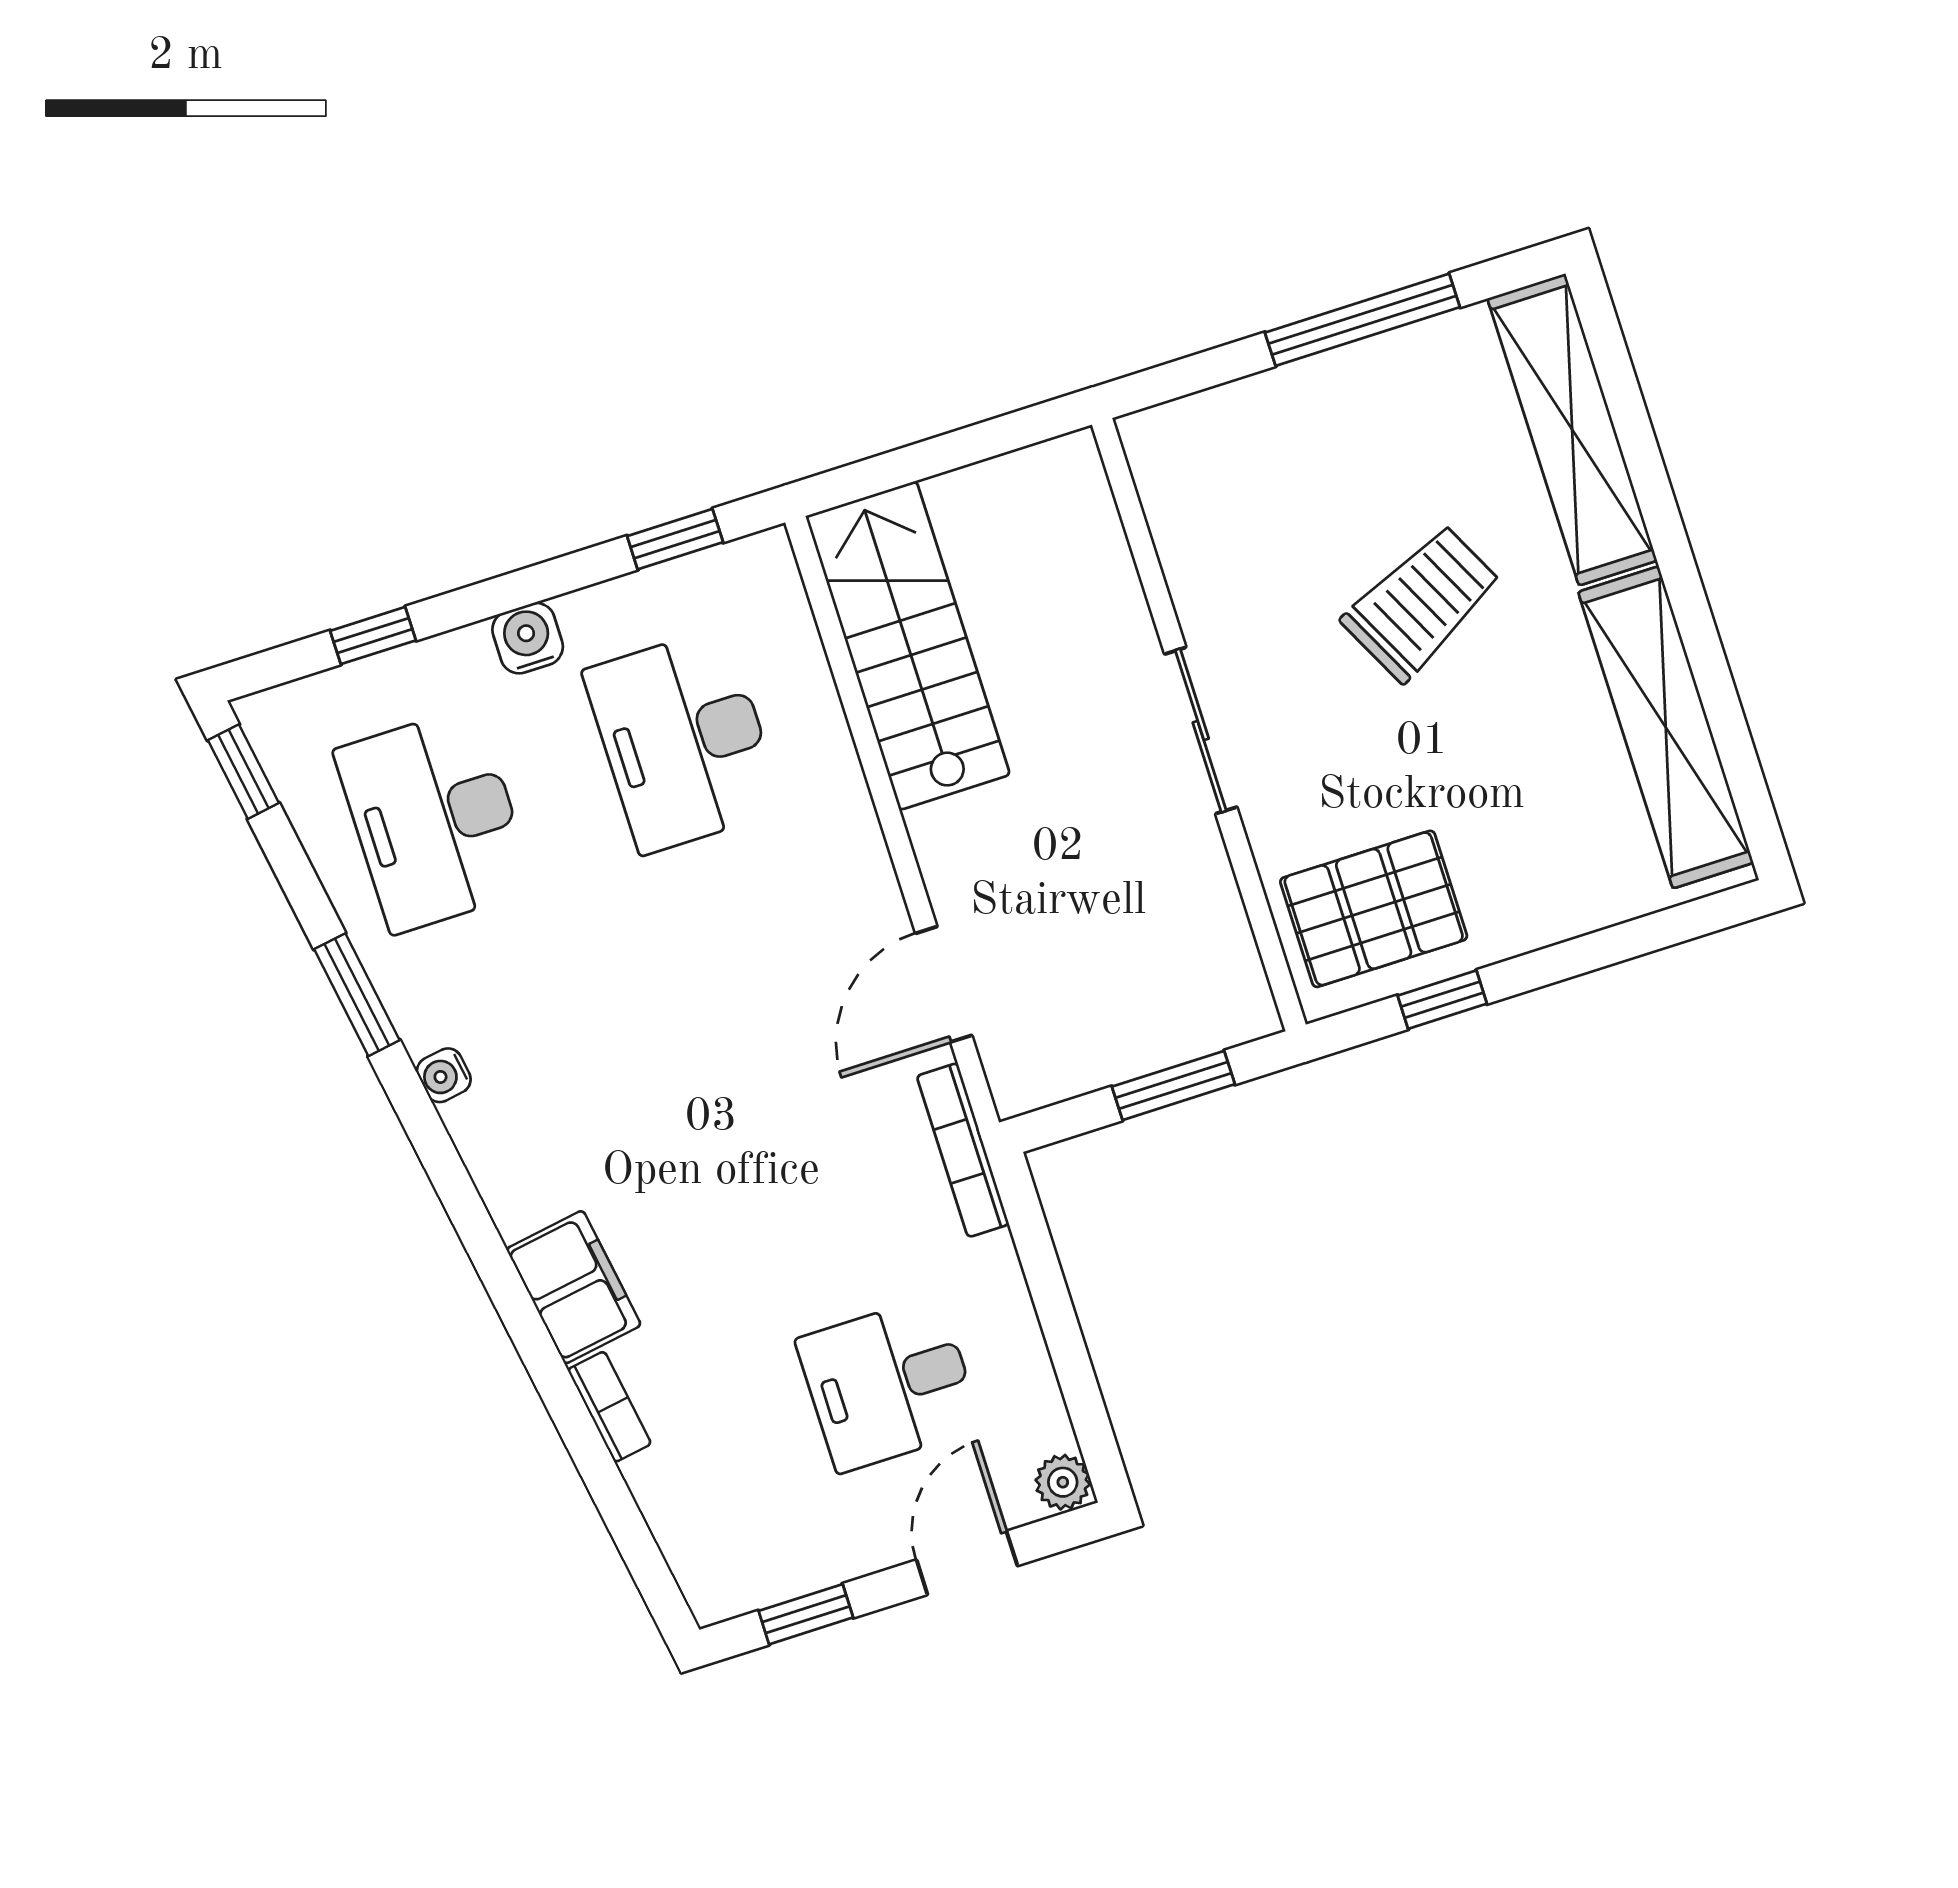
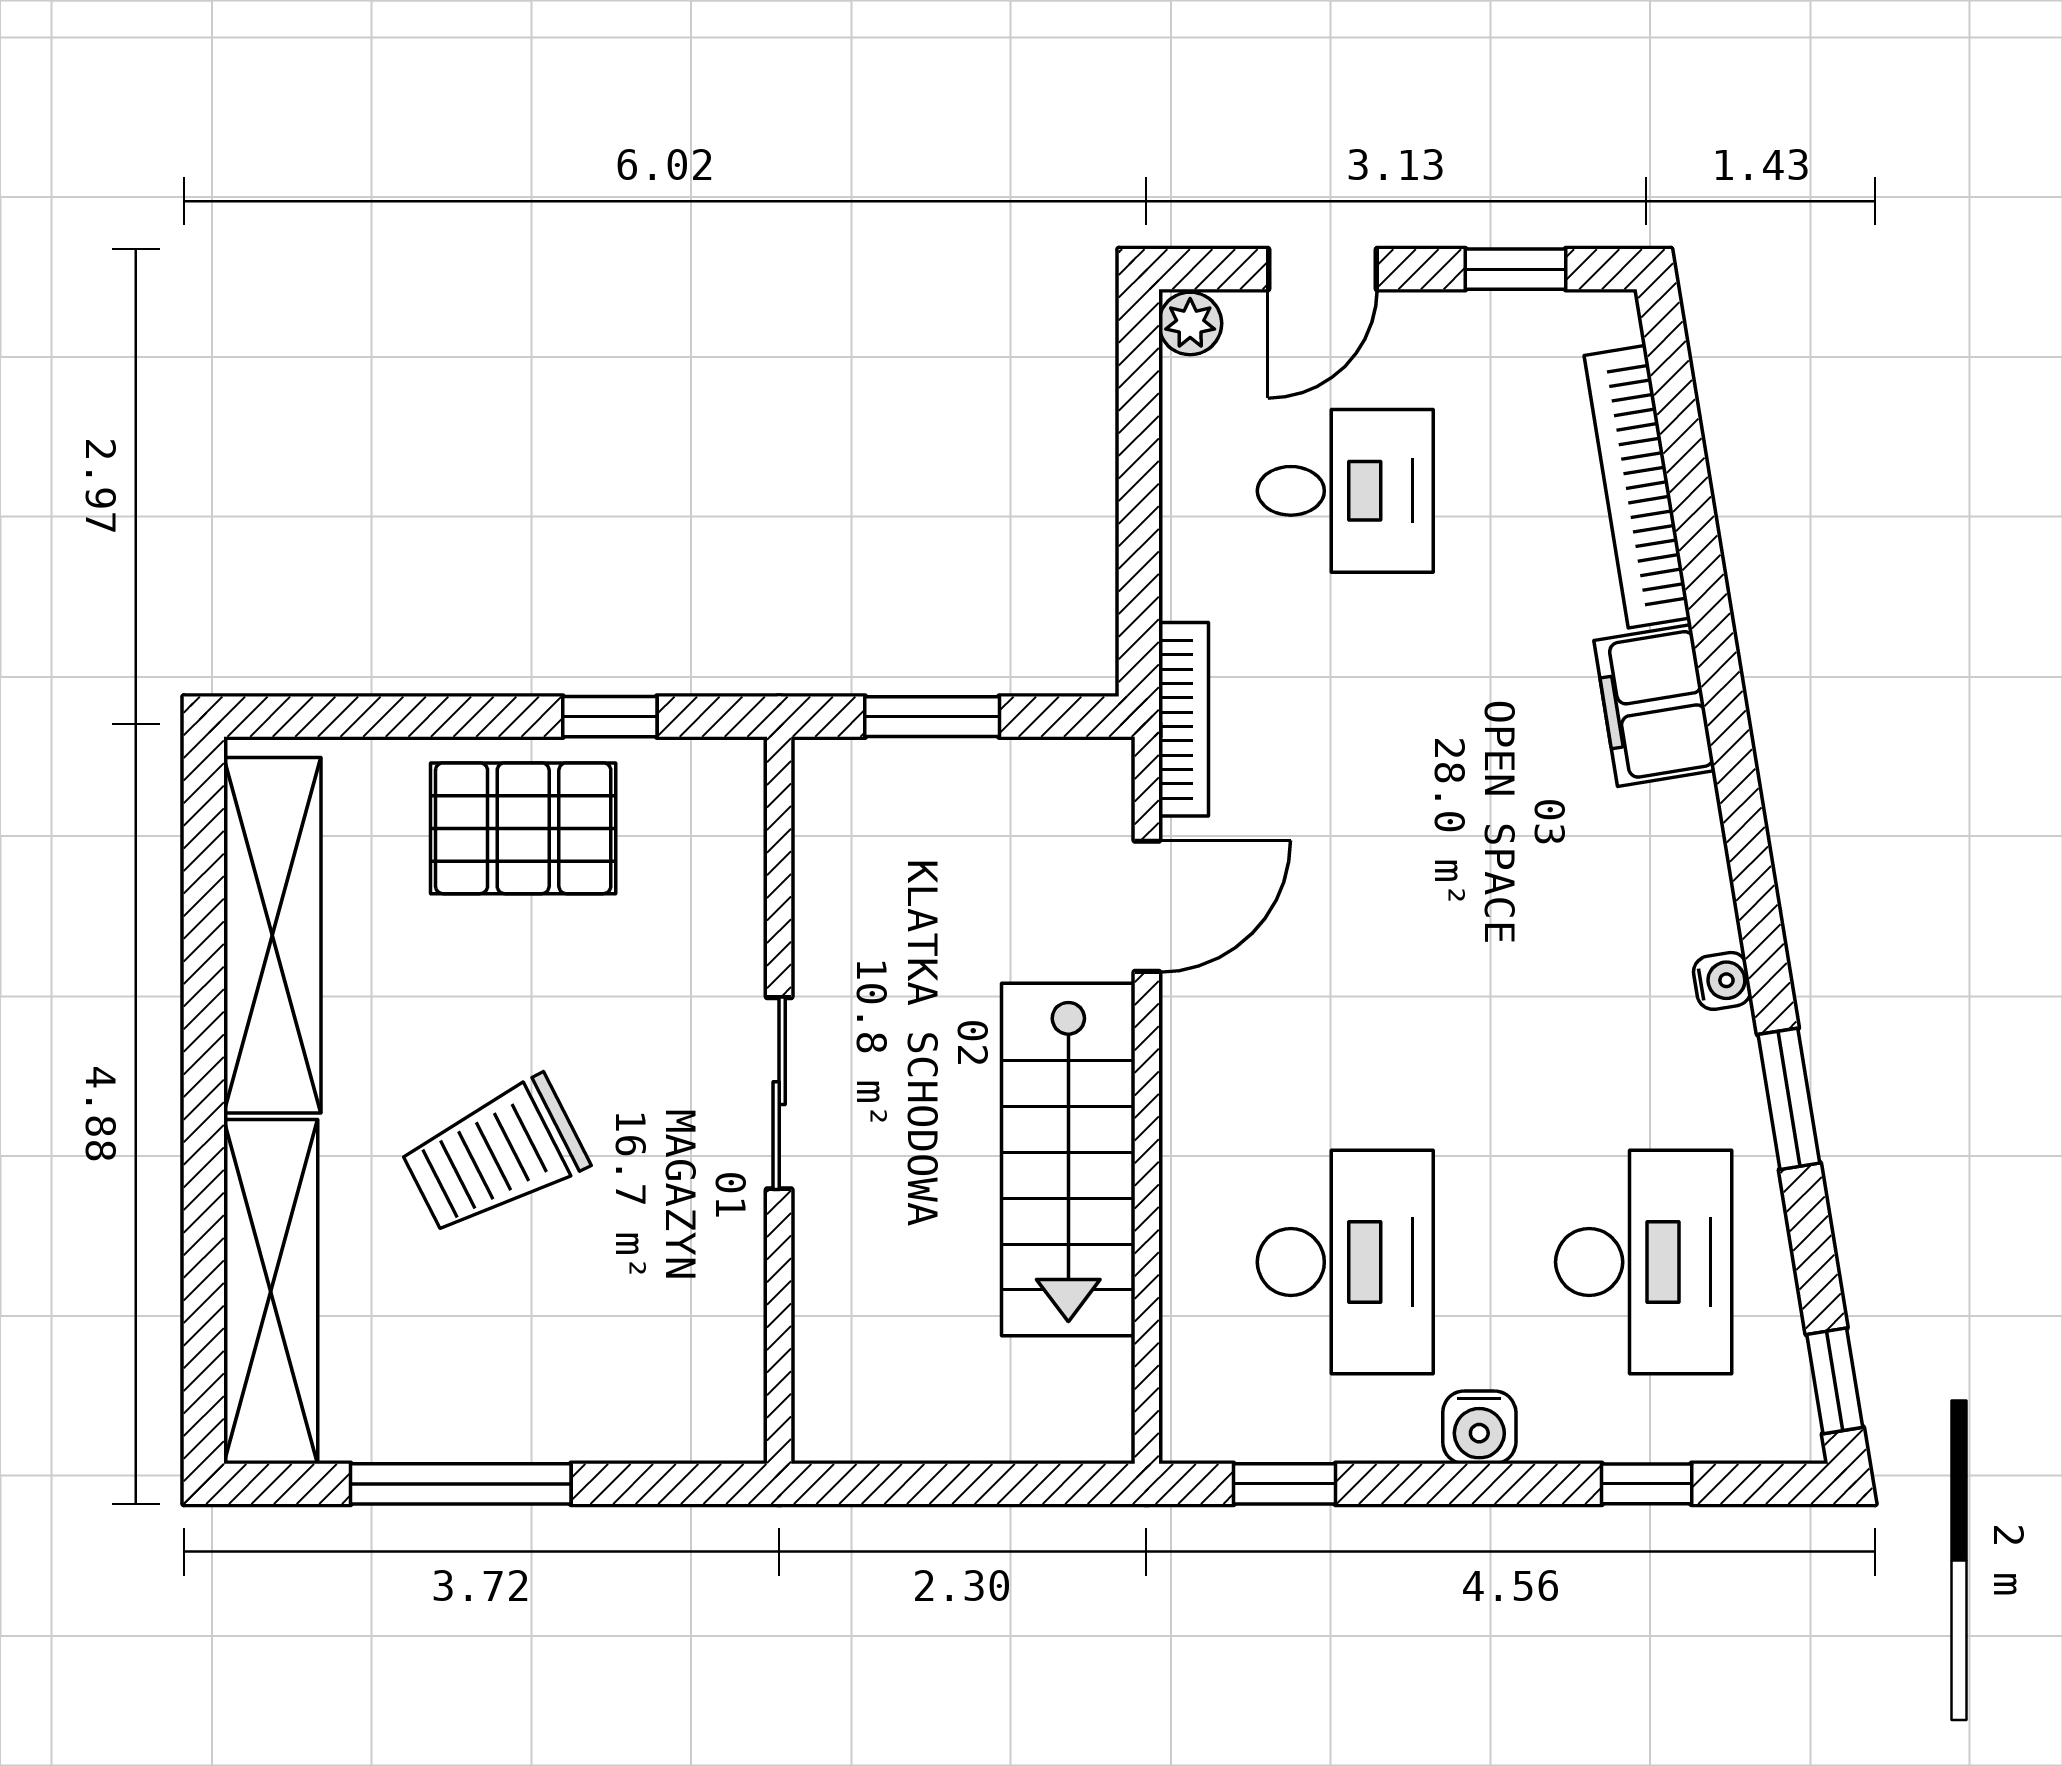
stairs: (908, 645) -> (1068, 1159), moved
pallet: (1374, 909) -> (523, 828), moved
bookcase: (609, 1407) -> (1637, 487), width x2.31, depth x1.31

